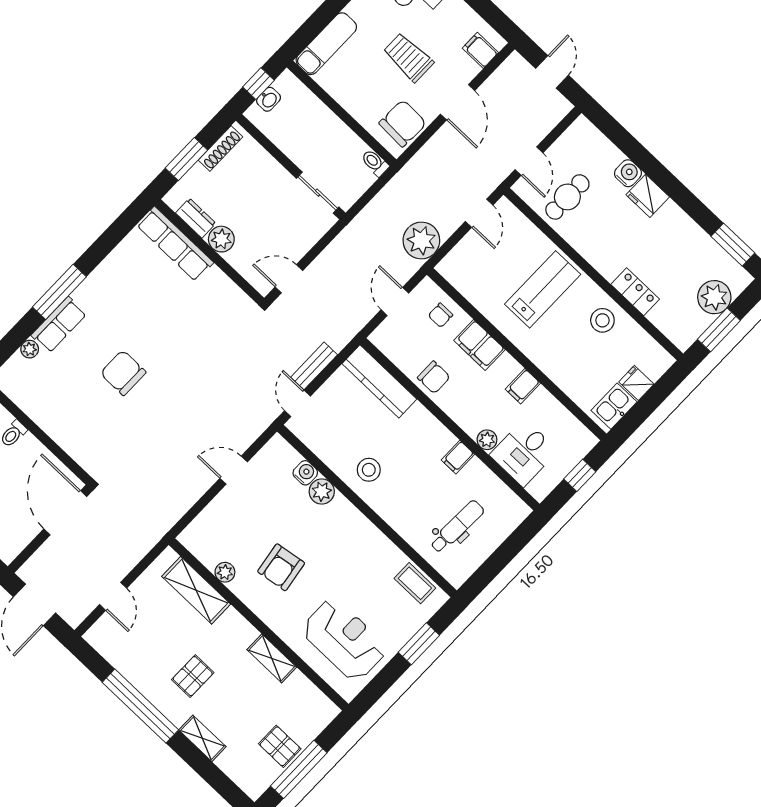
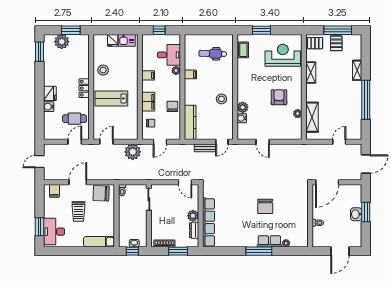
row of seats: (175, 244) -> (208, 222), width x1.36
locker: (635, 292) -> (84, 88), moved
armchair: (281, 567) -> (279, 97), turned -81
reception desk: (344, 640) -> (283, 55), turned 90
pallet: (193, 676) -> (315, 43), moved

